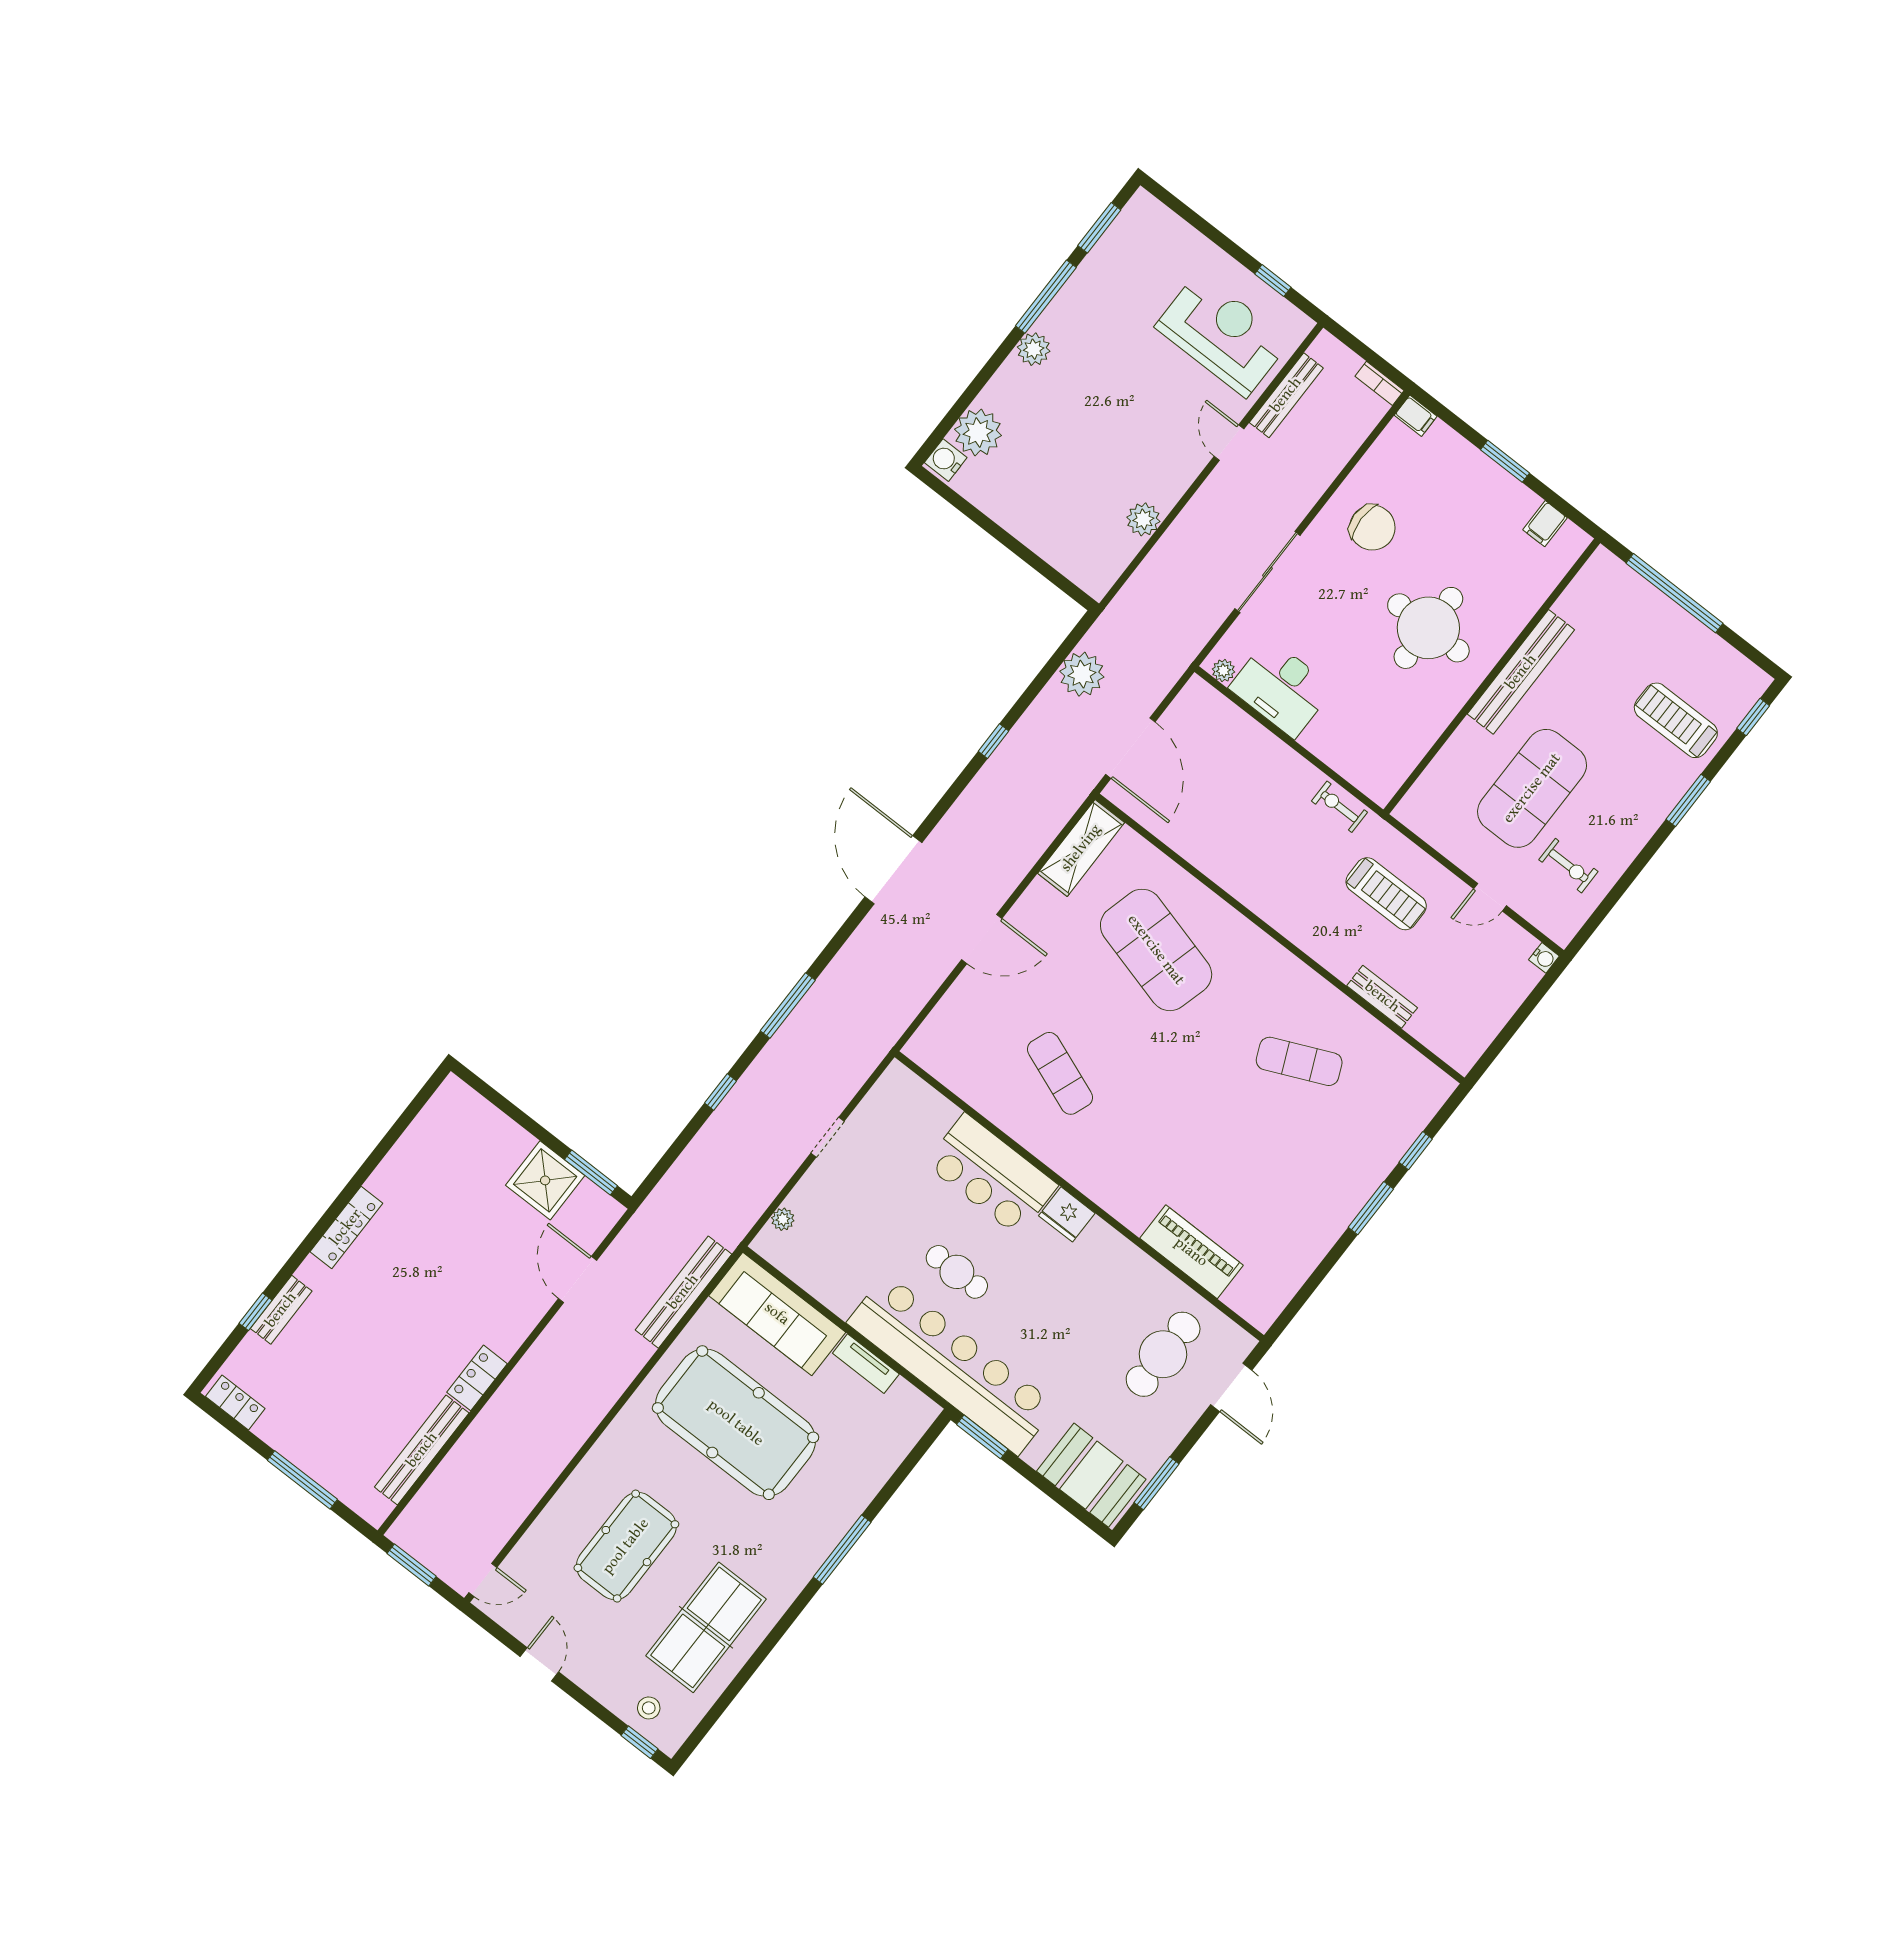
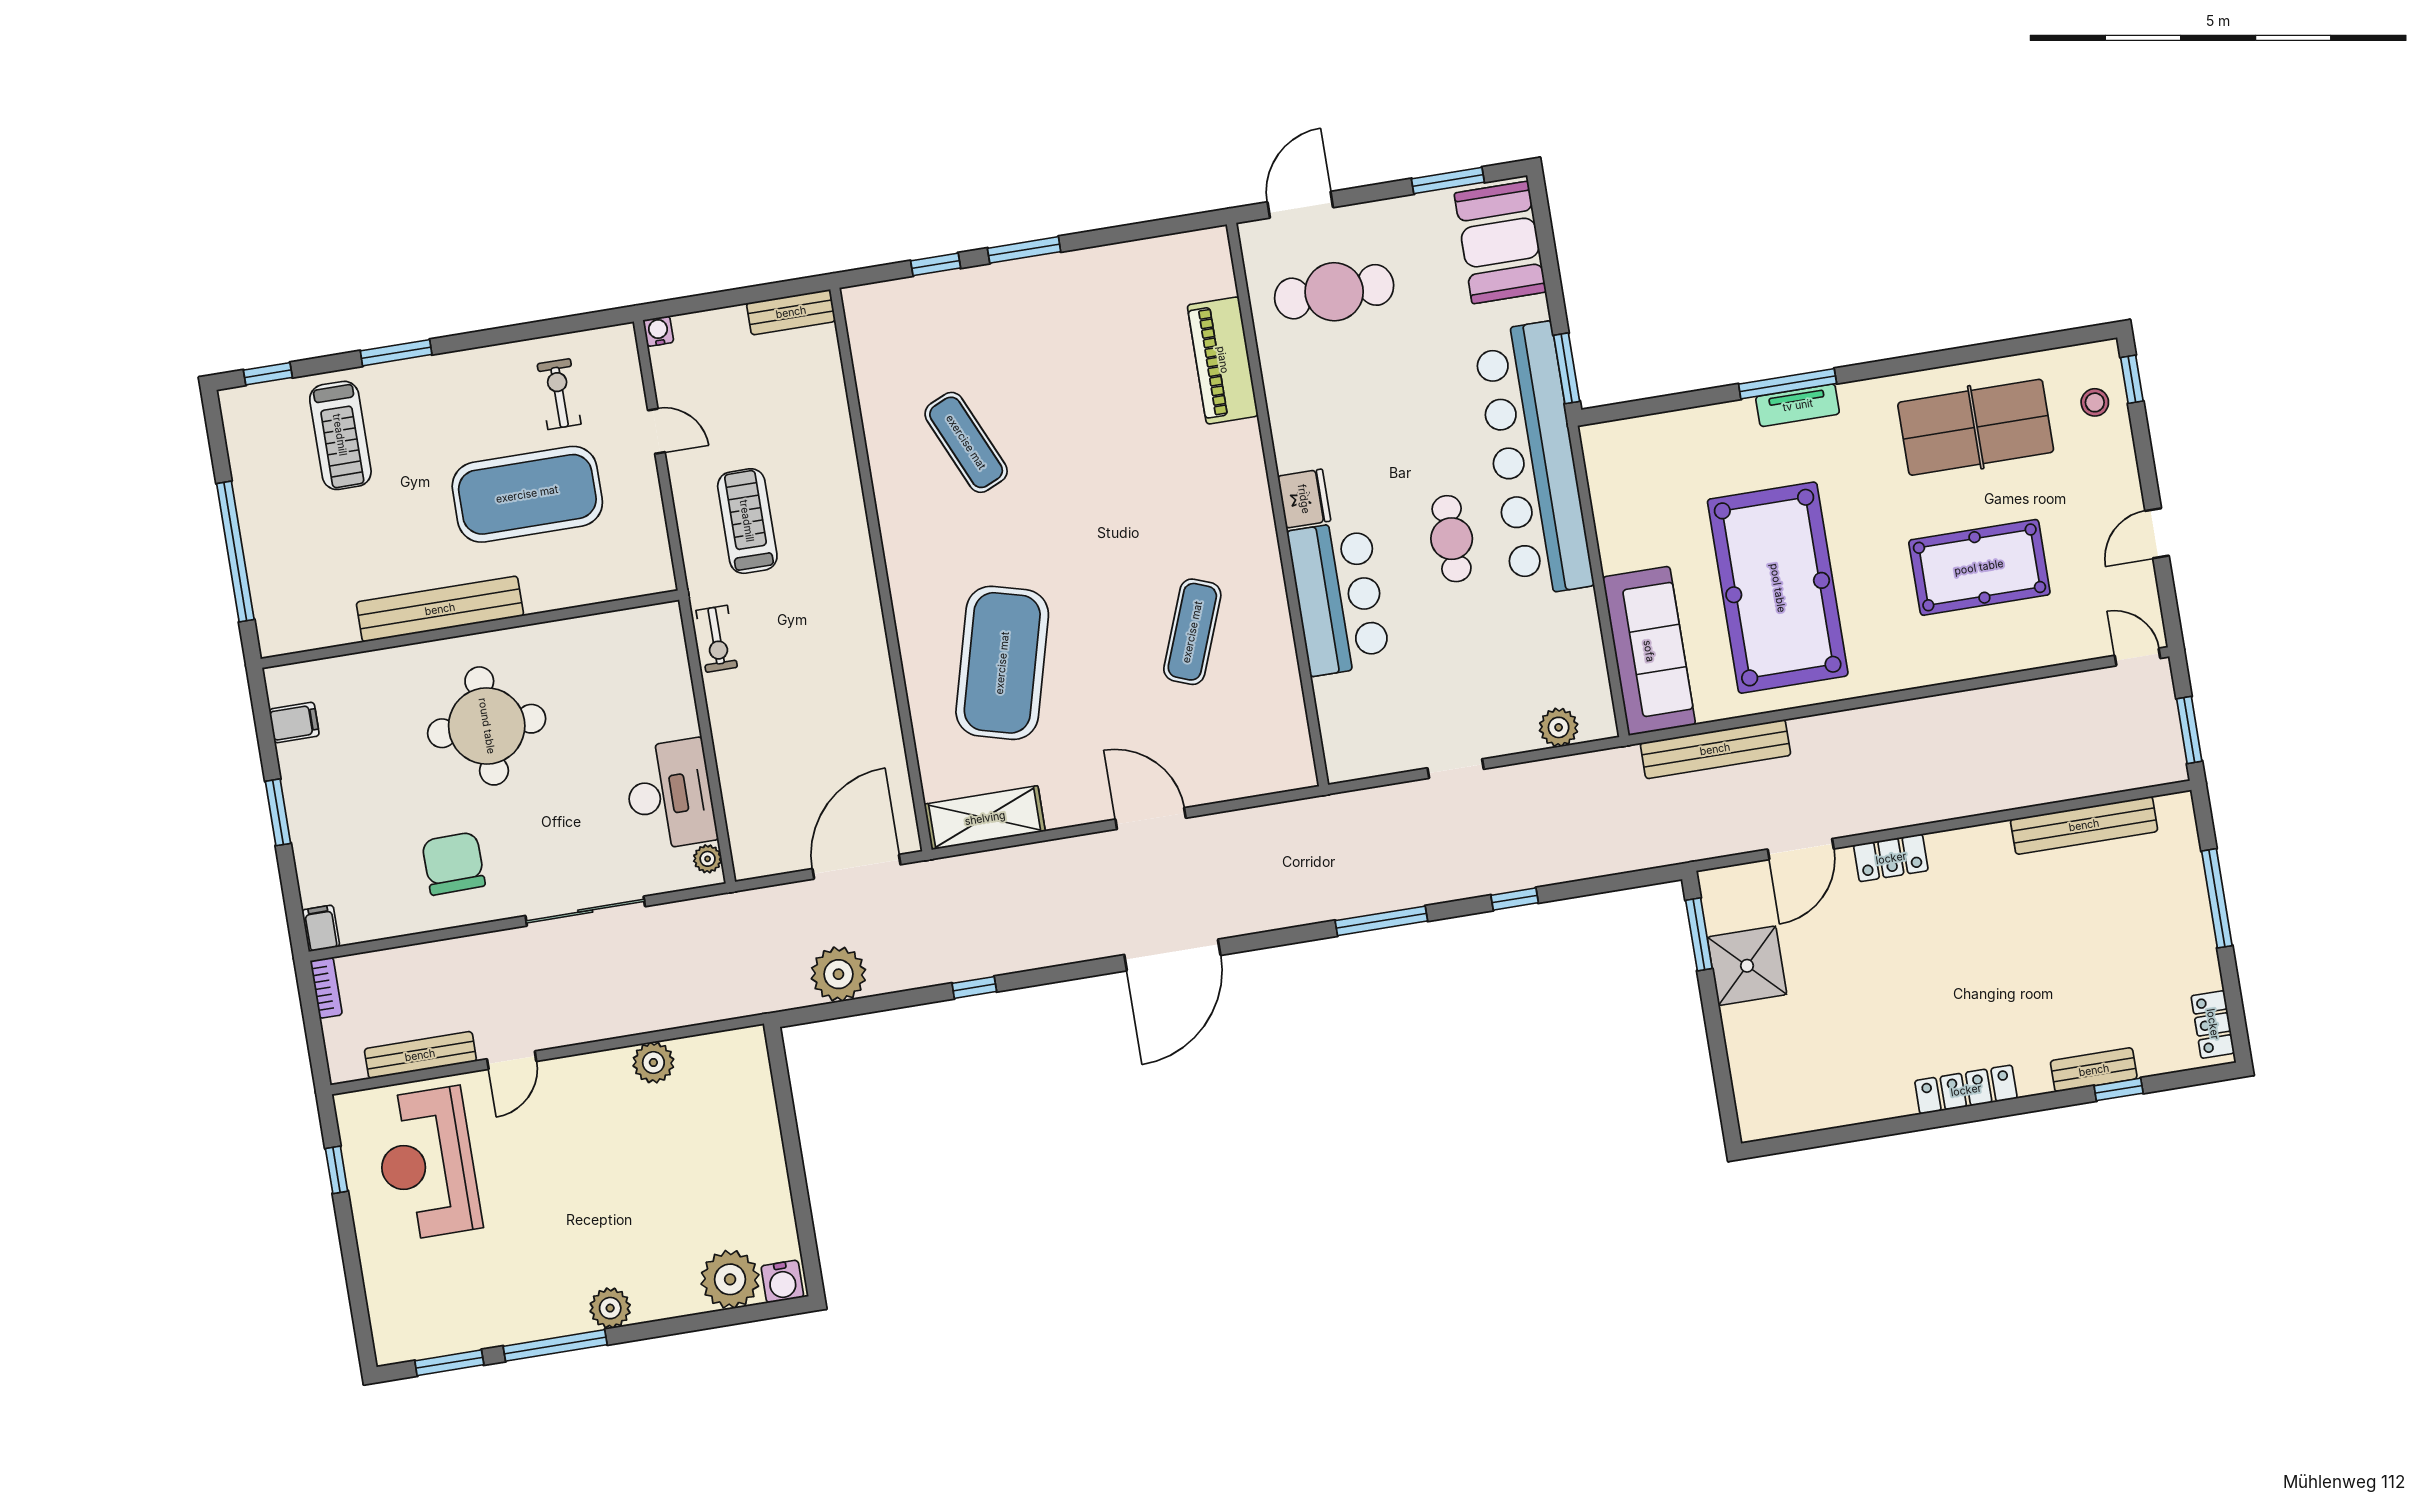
bench: (1382, 997) -> (791, 312), moved, turned 90
plant: (783, 1219) -> (1559, 727), width x1.38, depth x1.38
tv unit: (866, 1364) -> (1798, 405), moved, turned 90
locker: (477, 1378) -> (1891, 858), moved

